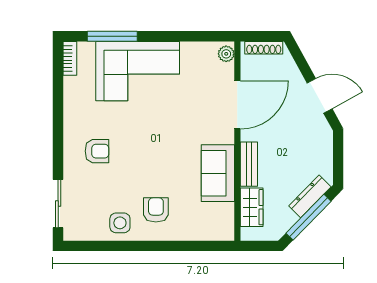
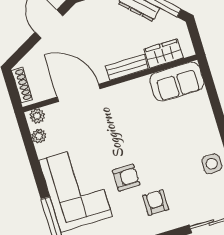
plant: (205, 49) -> (39, 136), added
sofa: (218, 173) -> (177, 82), moved
armchair: (156, 210) -> (126, 178), moved, turned 180

